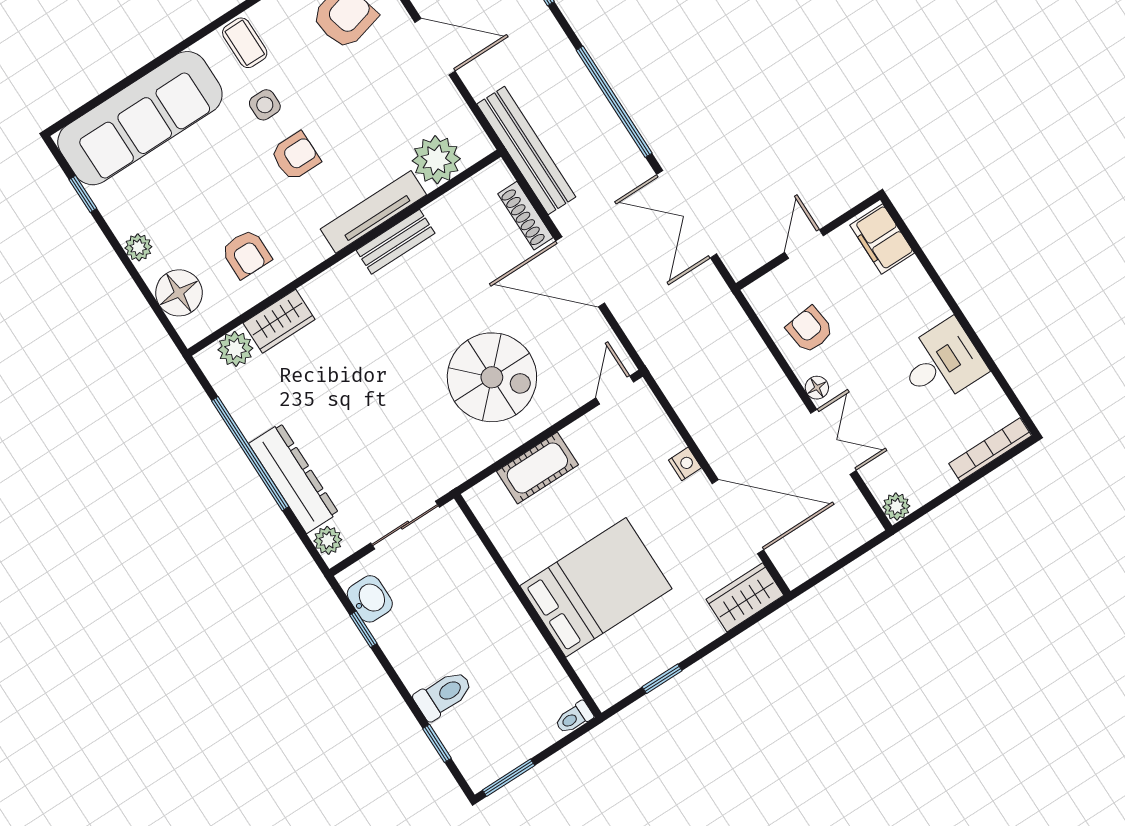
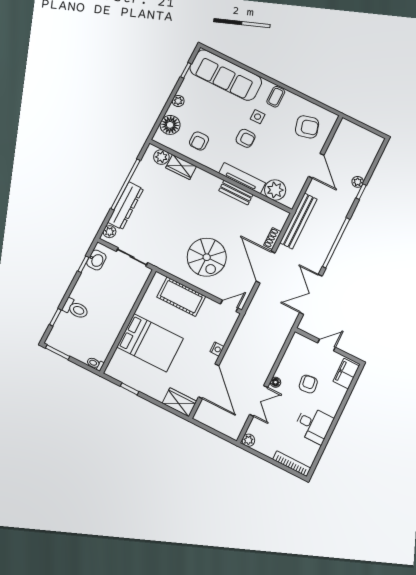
shoe rack: (526, 216) -> (272, 238), width x0.70
armchair: (810, 330) -> (308, 384), moved
cot: (537, 468) -> (181, 297), width x1.37, depth x1.34

